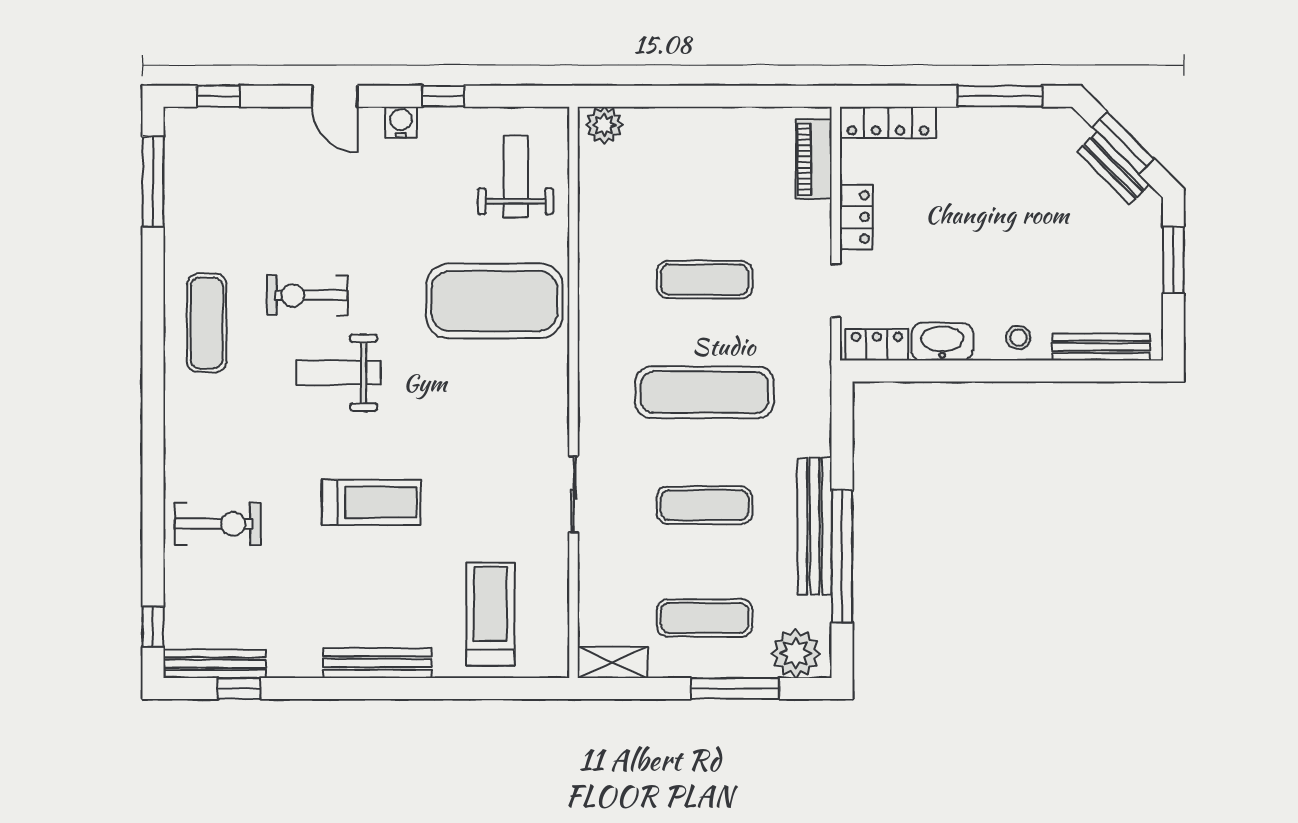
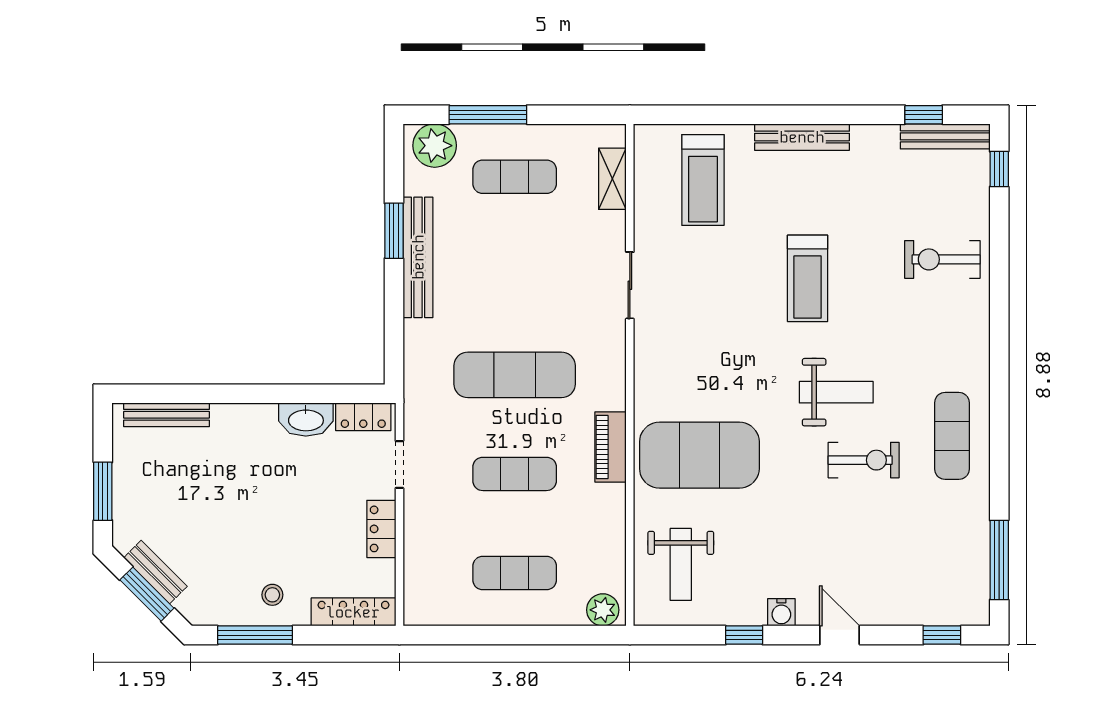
piano: (814, 159) -> (611, 447), moved, turned 180
stool: (1018, 337) -> (272, 595), moved
treadmill: (371, 502) -> (808, 278), turned -90
exercise mat: (705, 505) -> (515, 573), moved
window: (842, 556) -> (394, 231), width x0.47
shelving: (612, 662) -> (612, 179), moved, turned 90

